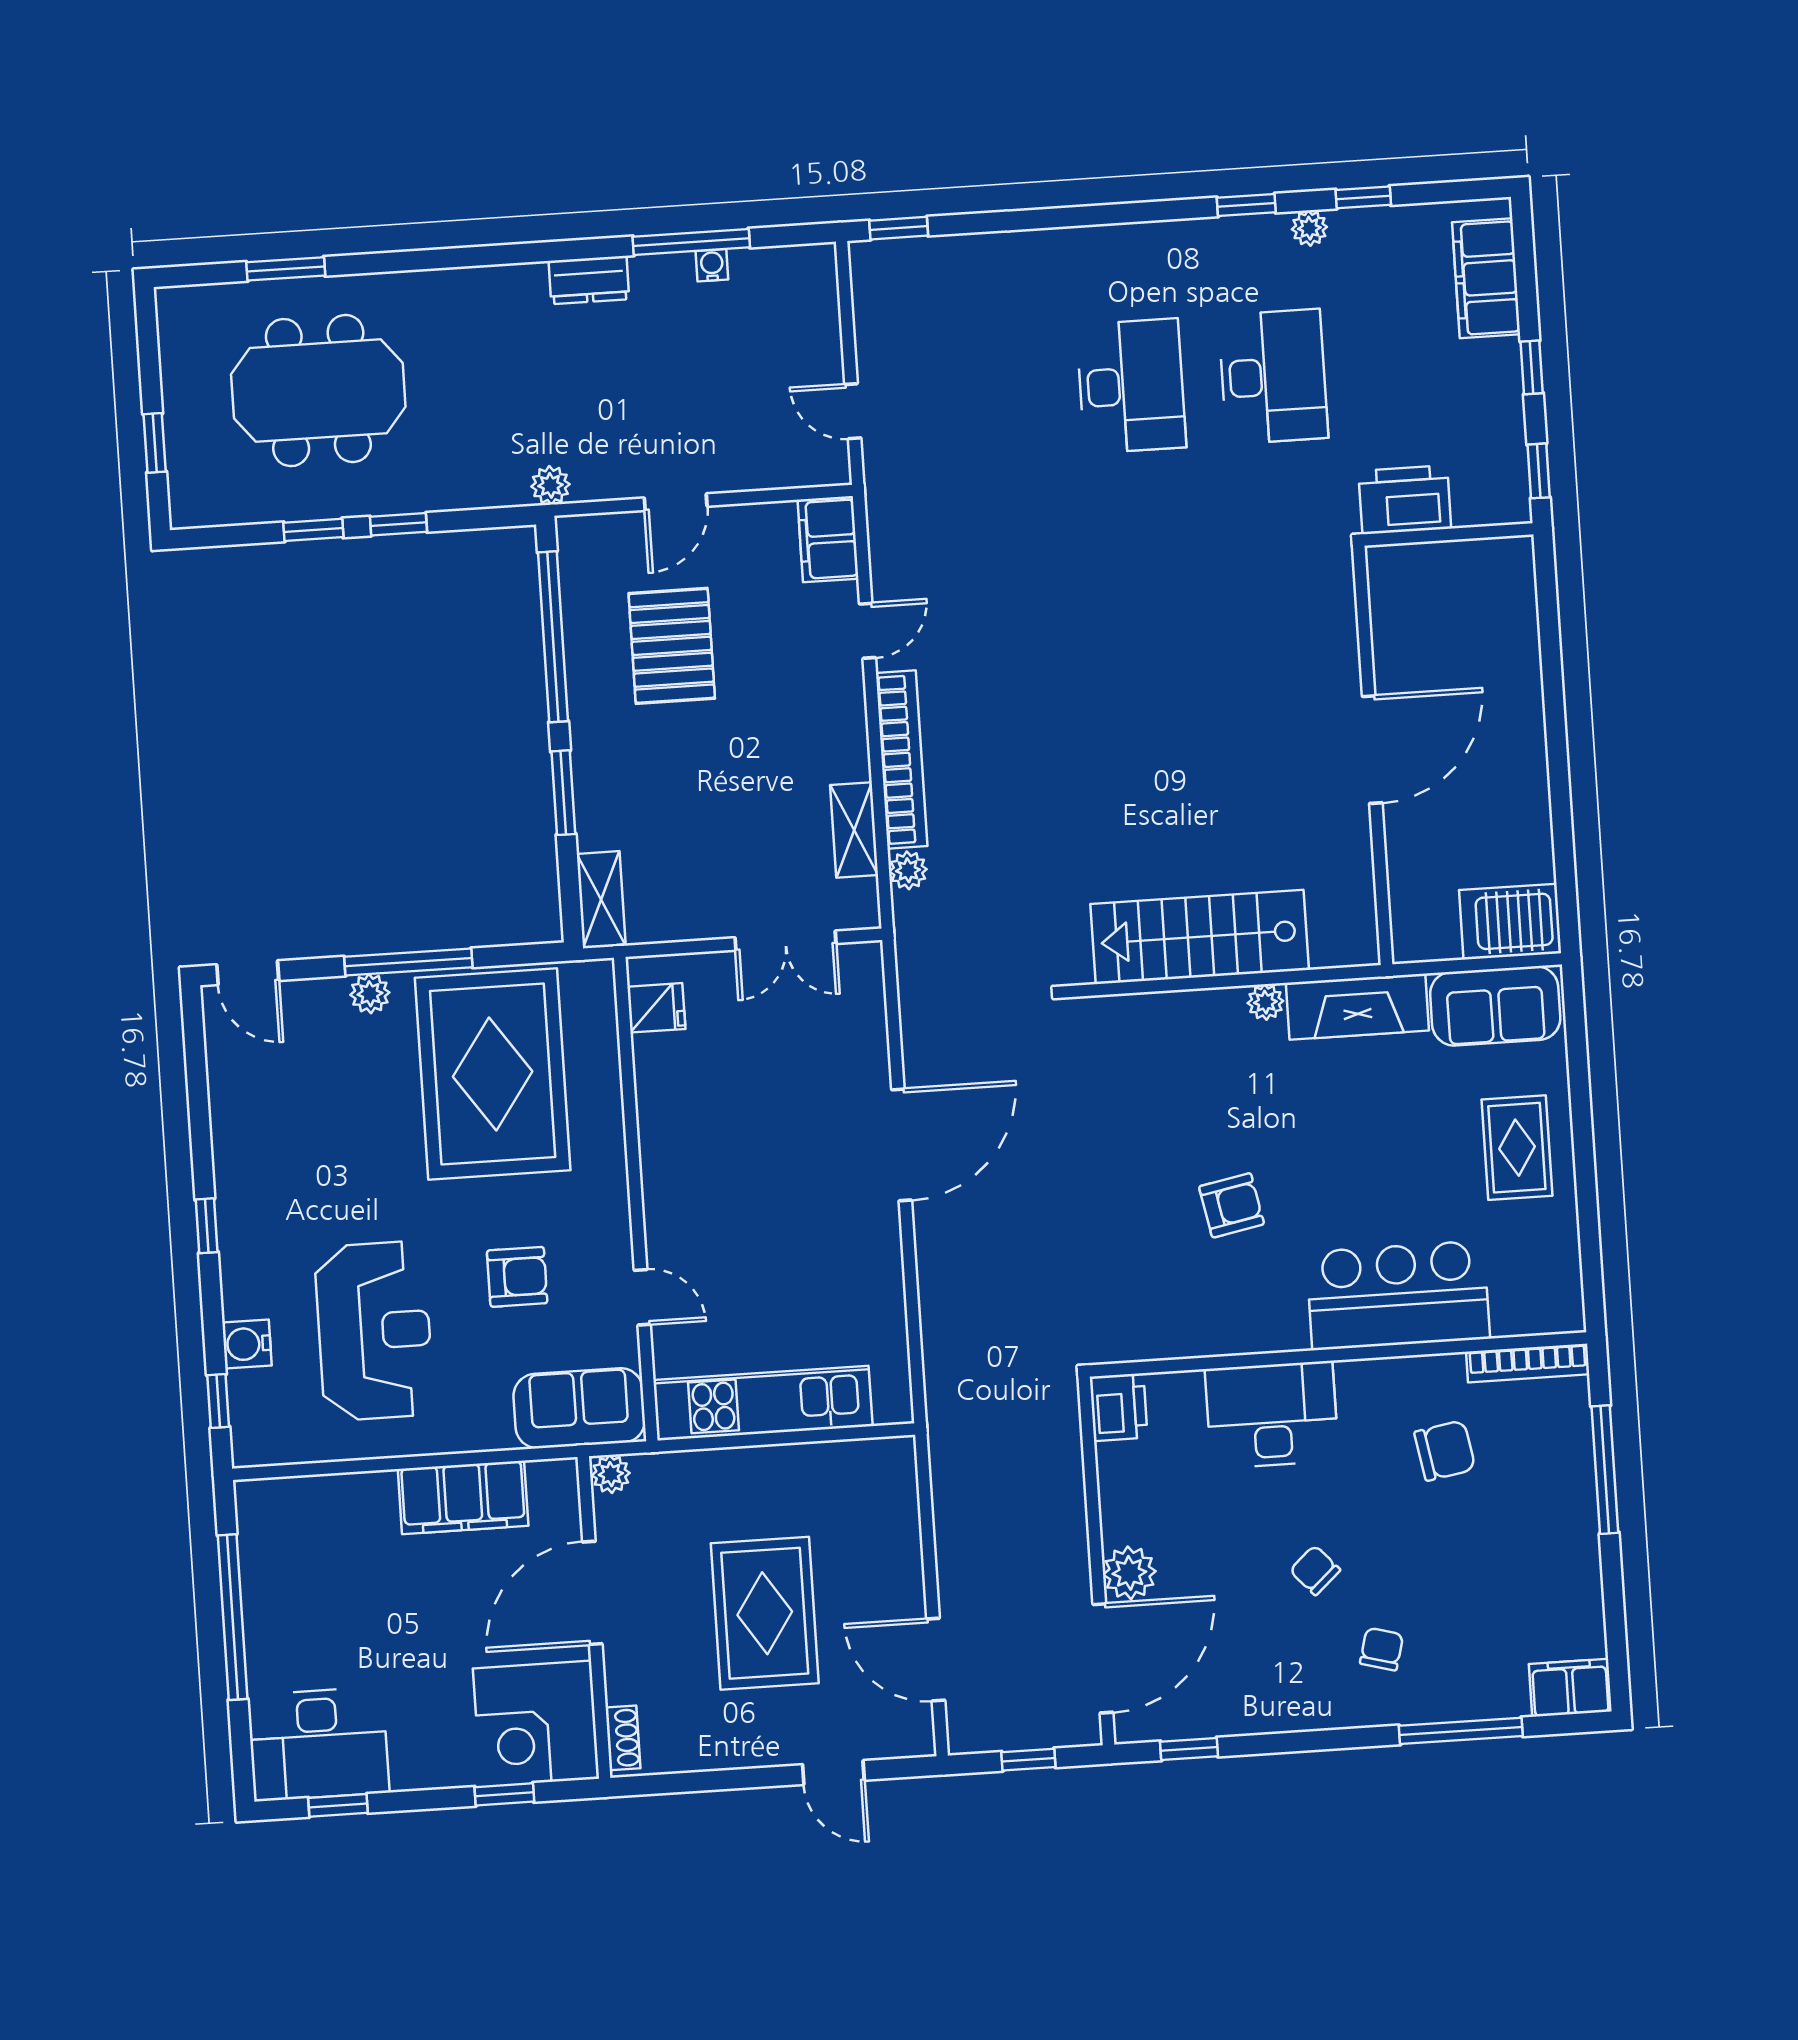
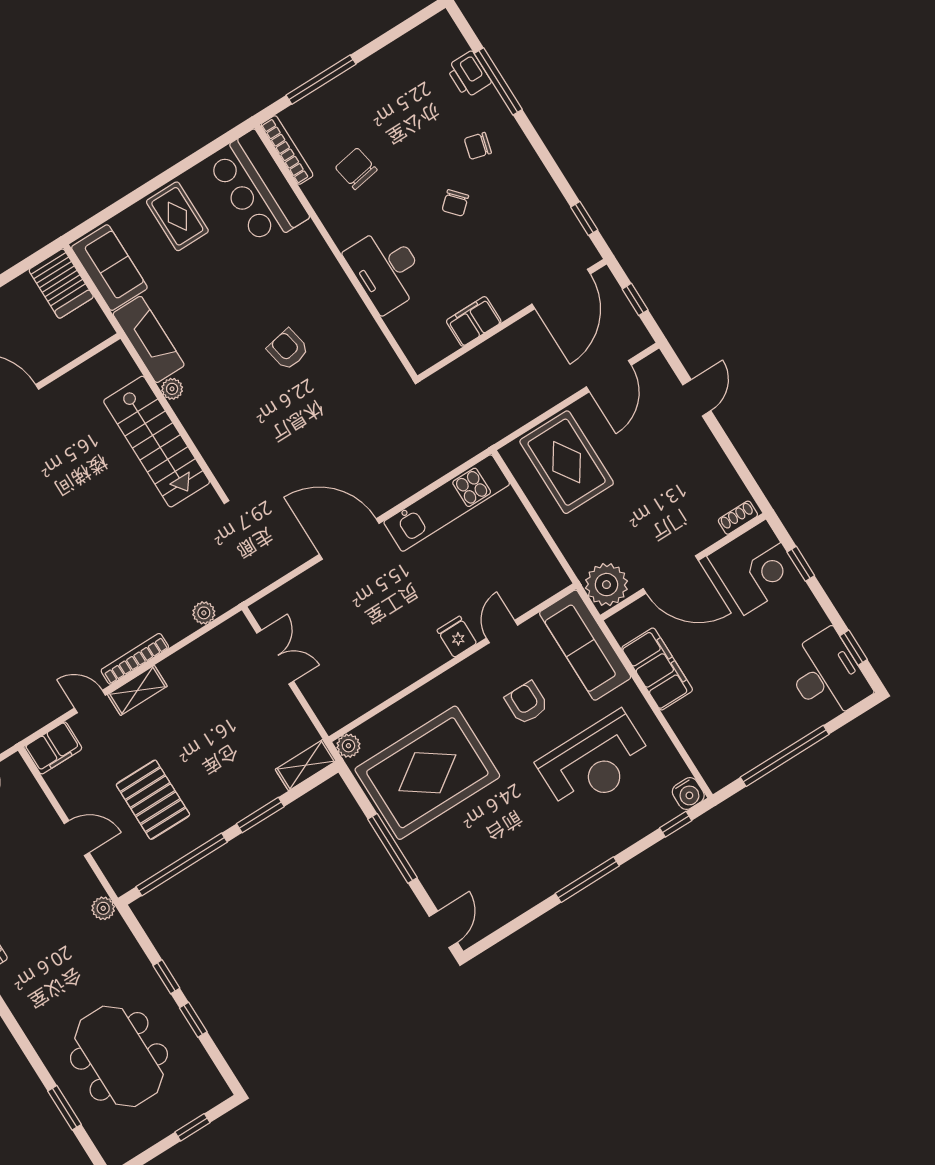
pallet: (672, 646) -> (153, 800), turned 90
bookcase: (902, 760) -> (135, 659), width x0.68, depth x0.76
shelving: (854, 830) -> (137, 690), moved
plant: (370, 994) -> (348, 746), moved
fridge: (656, 1008) -> (457, 637), moved
rug: (1517, 1148) -> (177, 216), turned 90
window: (207, 1226) -> (587, 880), width x2.17
bar counter: (1398, 1295) -> (258, 188), moved
reception desk: (374, 1331) -> (595, 762), turned 180
water cooler: (247, 1344) -> (688, 794), moved
kitchen unit: (763, 1403) -> (447, 503), moved, turned -90
printer: (1119, 1407) -> (469, 75), moved, turned -90
sofa: (579, 1408) -> (585, 645), width x1.36
plant: (611, 1474) -> (606, 585), width x1.88, depth x1.88
plant: (1129, 1573) -> (509, 299), removed
rug: (765, 1613) -> (567, 462), moved, turned 90
door: (1103, 1658) -> (561, 289), swing flipped
filing cabinet: (1570, 1688) -> (474, 321), moved, turned 90

